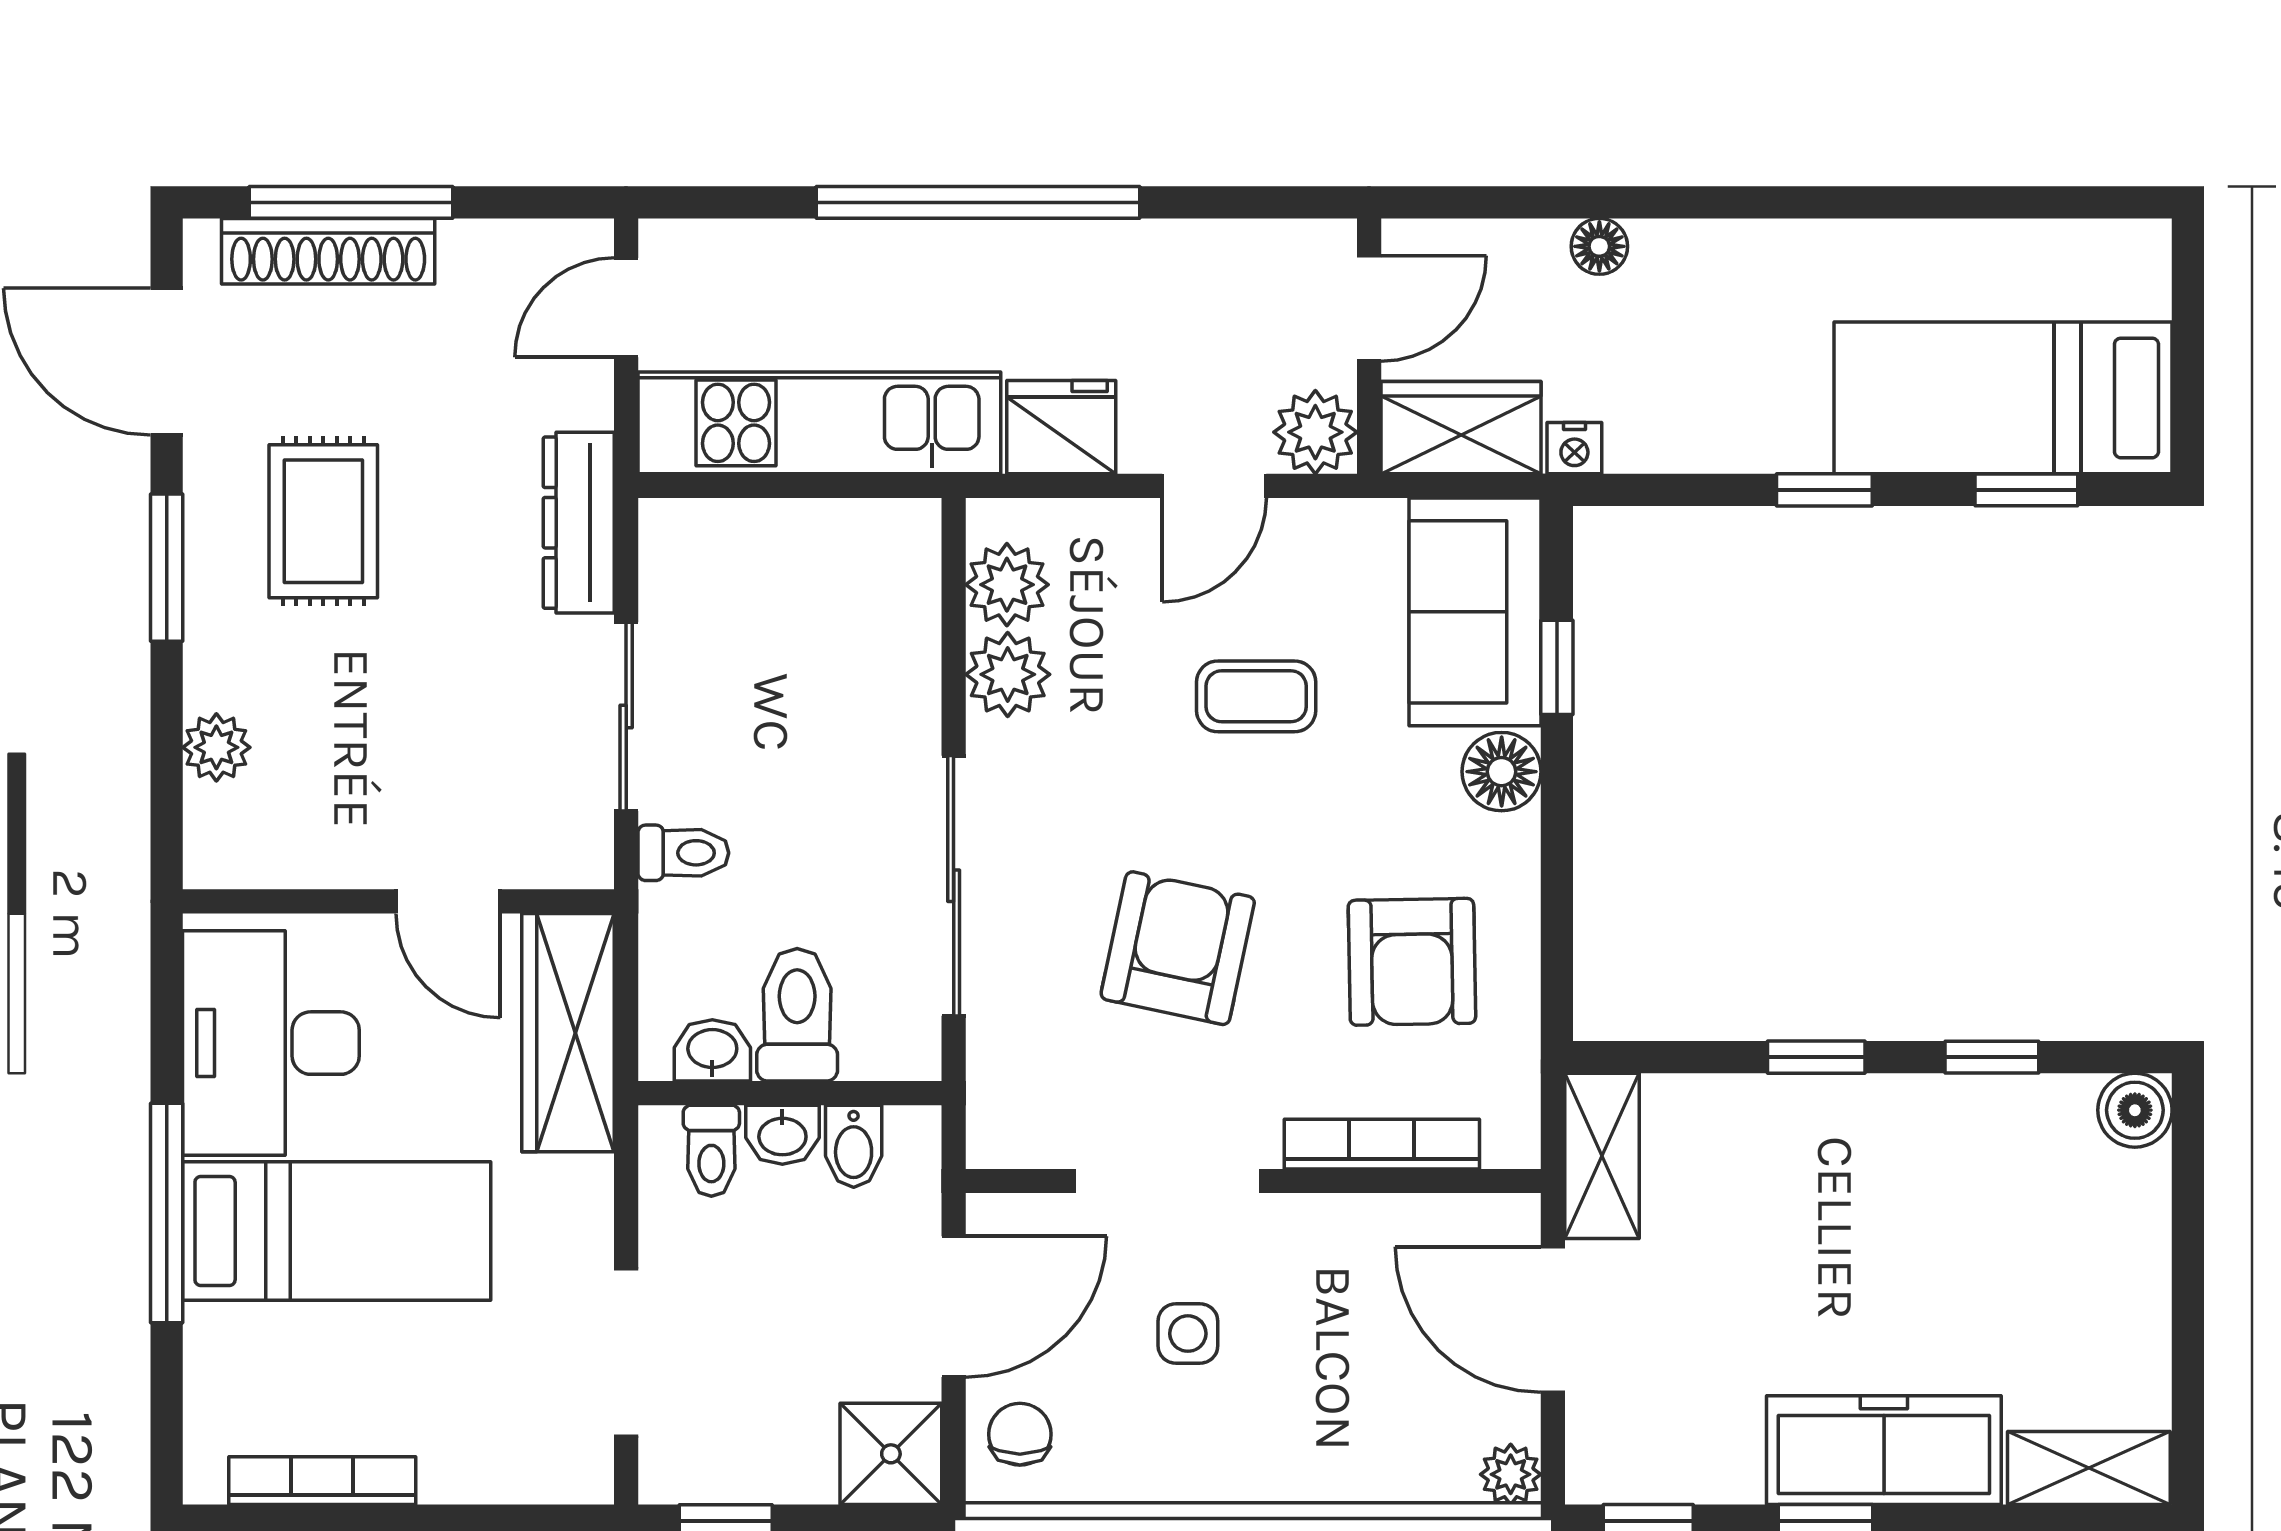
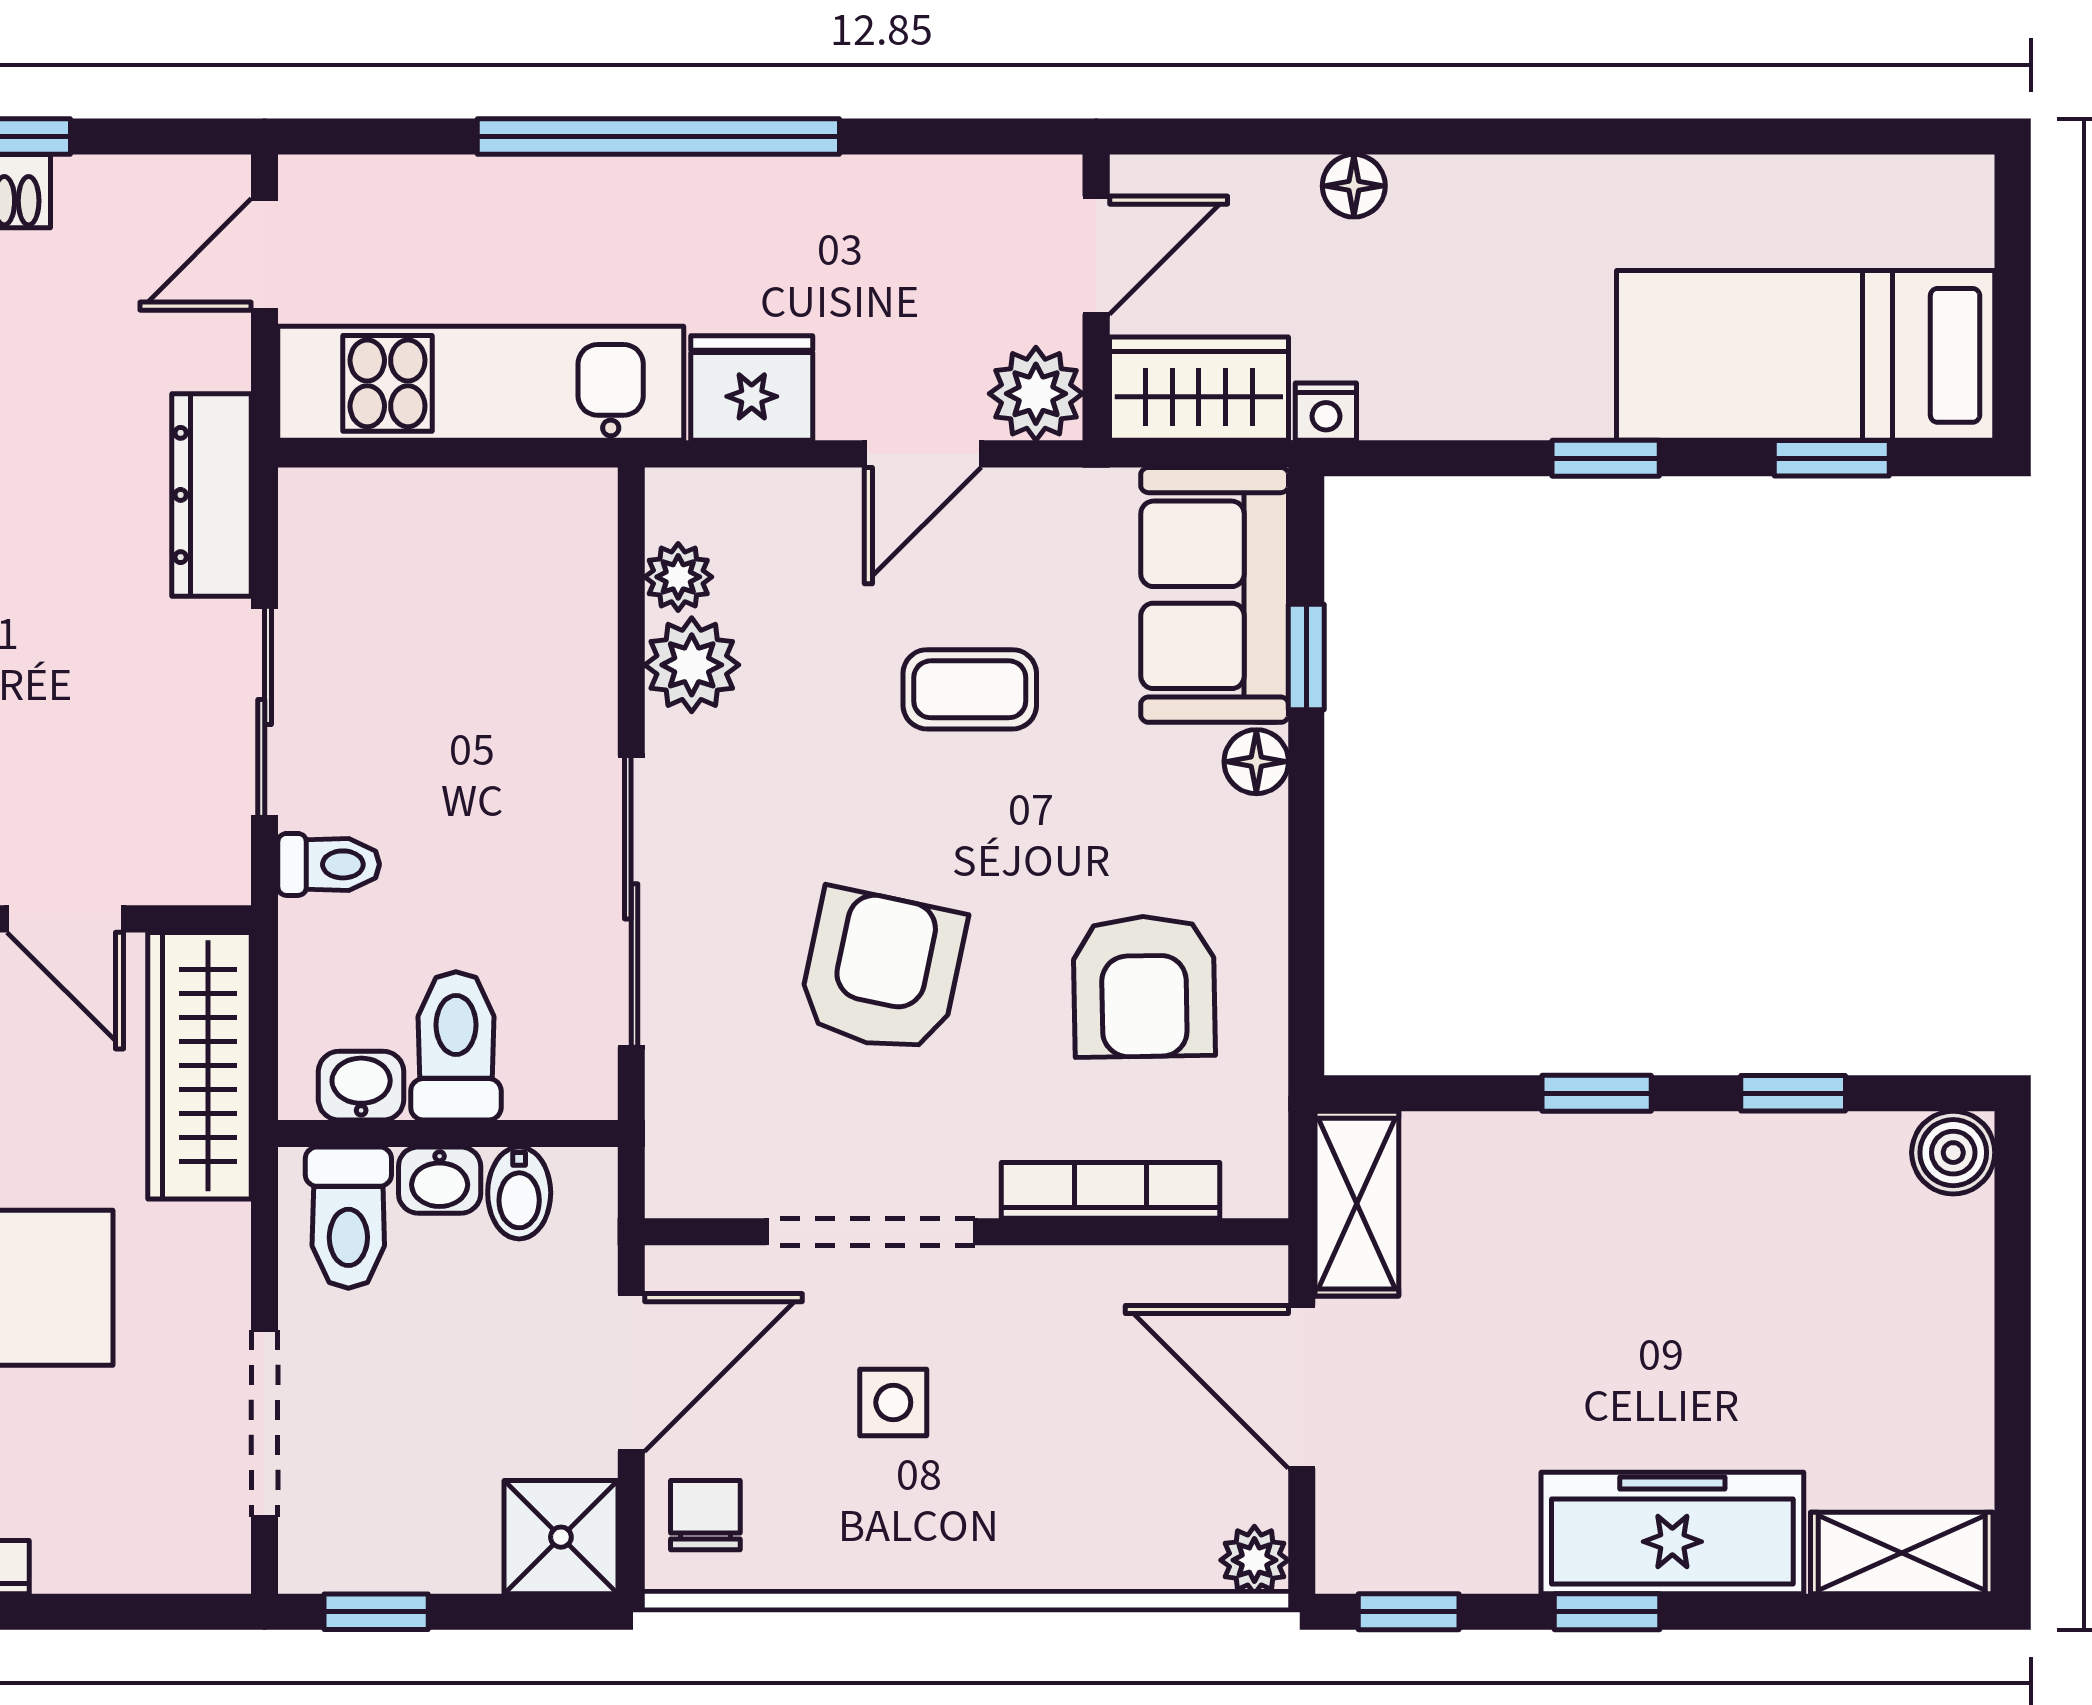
plant: (1007, 585) -> (678, 577), width x0.73, depth x0.73
floor lamp: (1502, 772) -> (1256, 762), width x0.73, depth x0.73
toilet: (711, 1151) -> (348, 1218), width x1.37, depth x1.39

